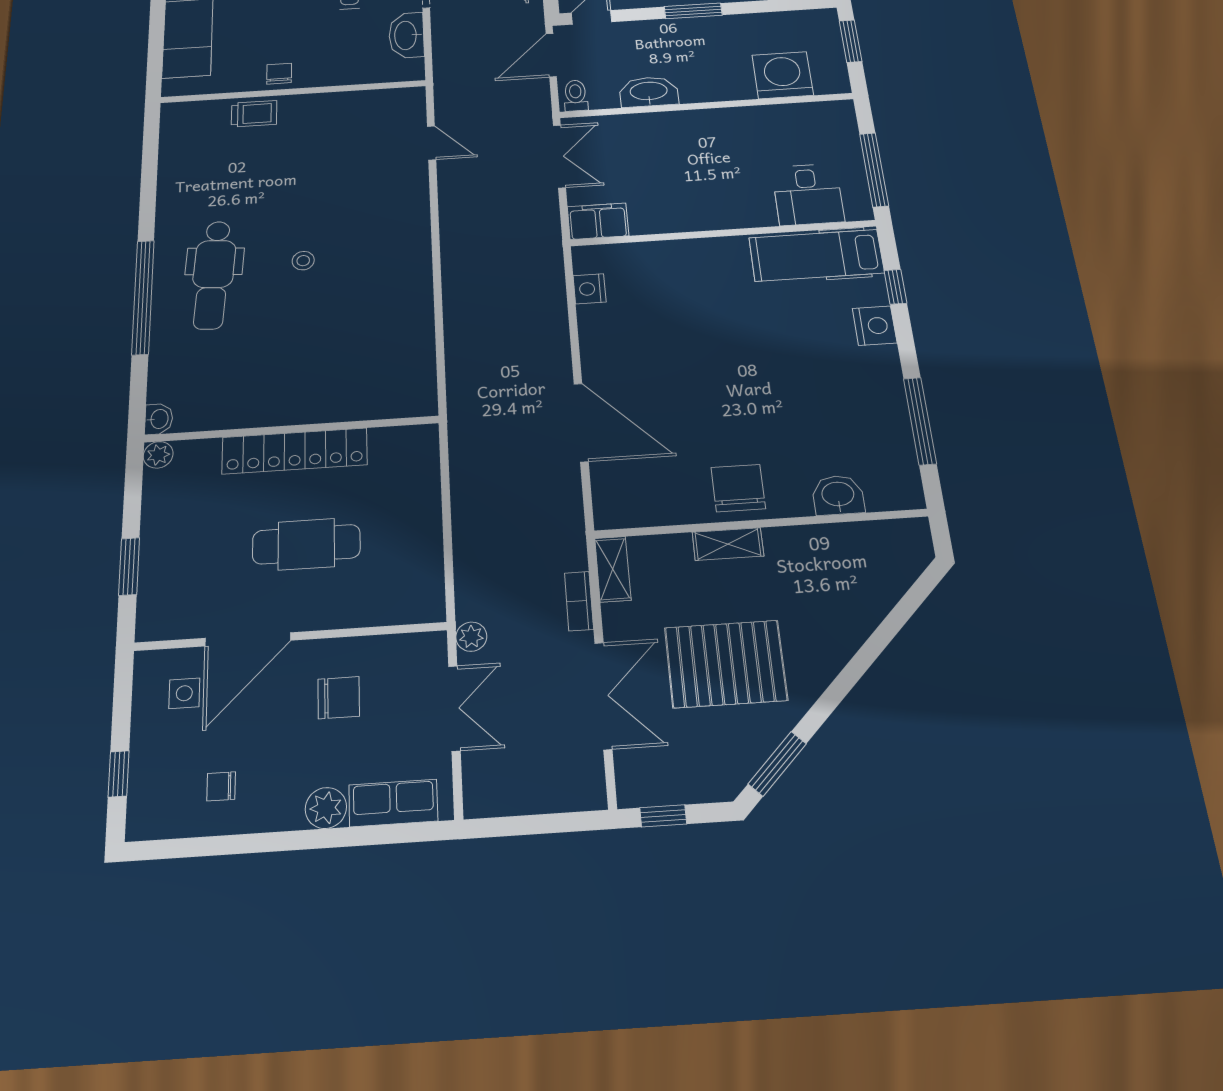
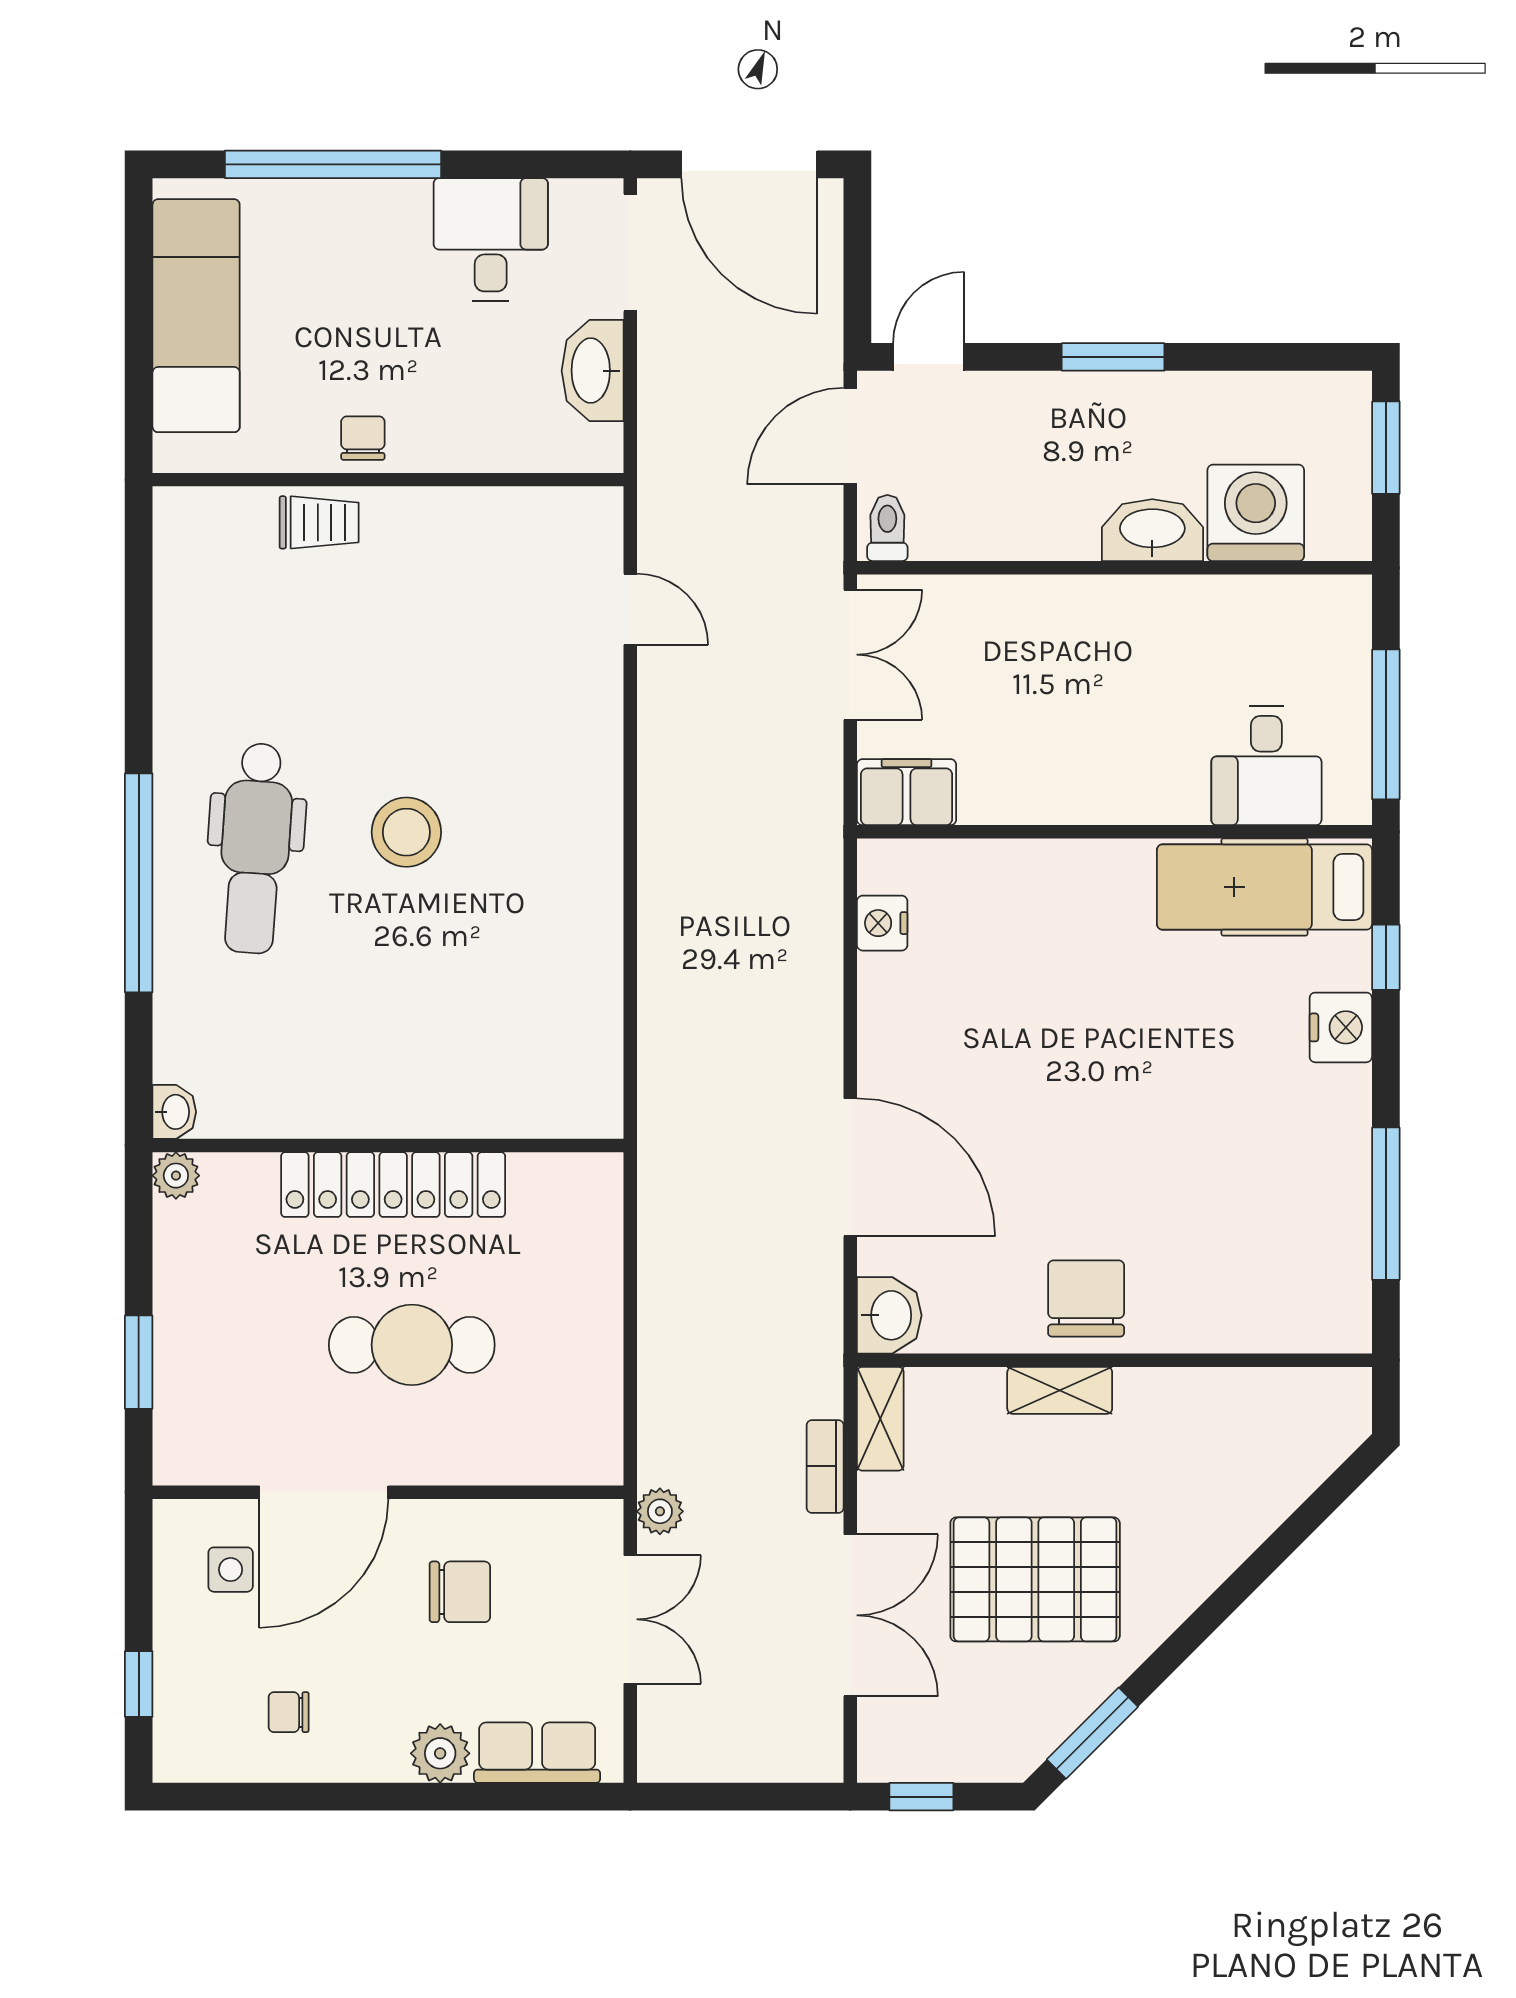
washbasin: (649, 92) -> (1152, 530), moved
stool: (303, 261) -> (406, 832), width x1.89, depth x1.89
washbasin: (838, 495) -> (889, 1315), moved, turned 90

